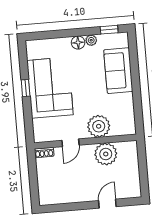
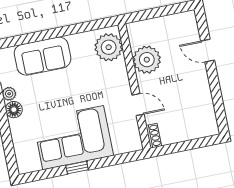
plant: (99, 126) -> (109, 47), moved

